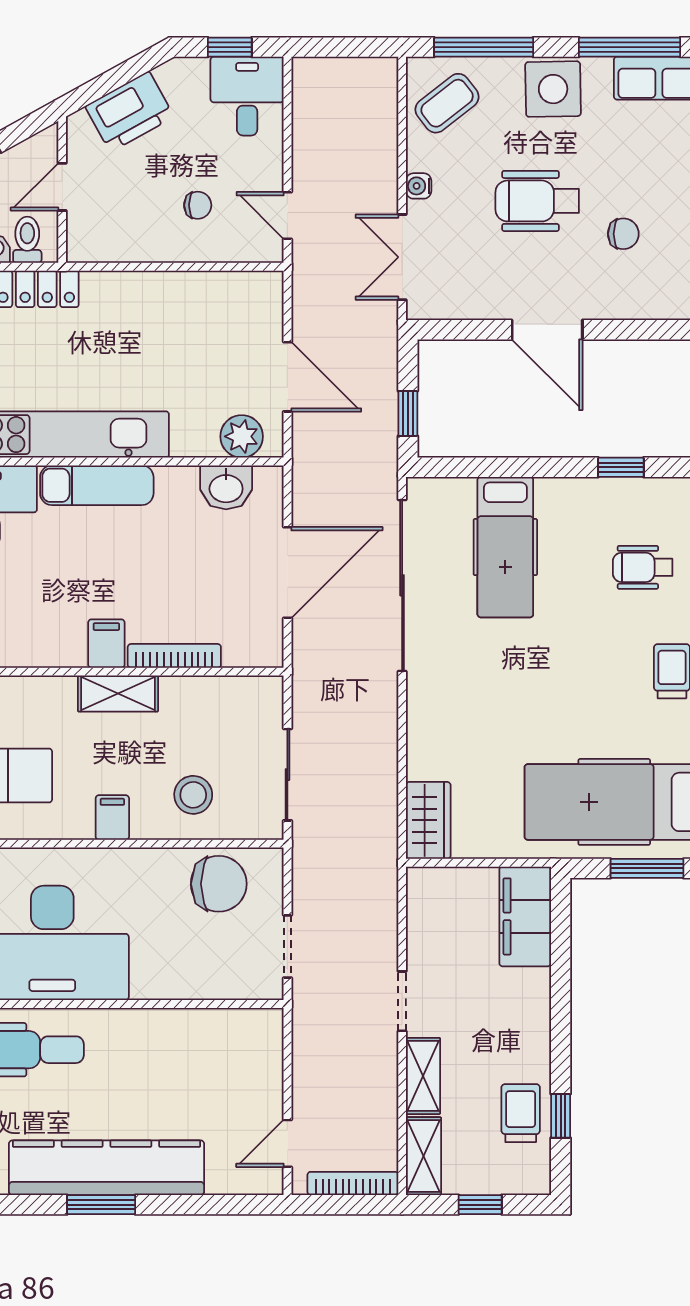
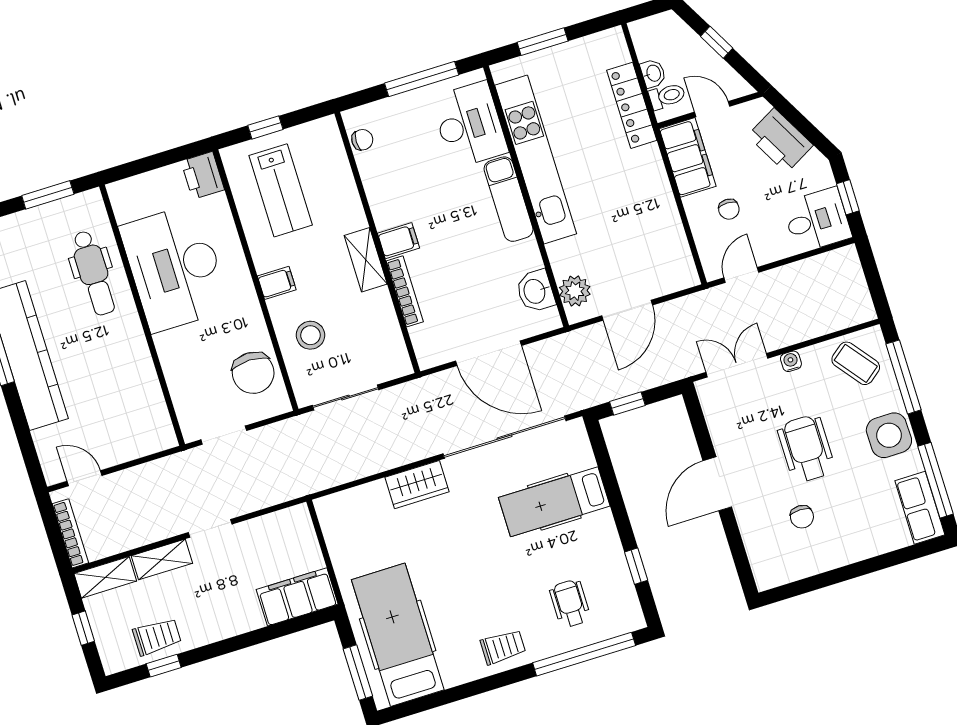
filing cabinet: (115, 238) -> (688, 157), added
wardrobe: (428, 820) -> (417, 485), moved

